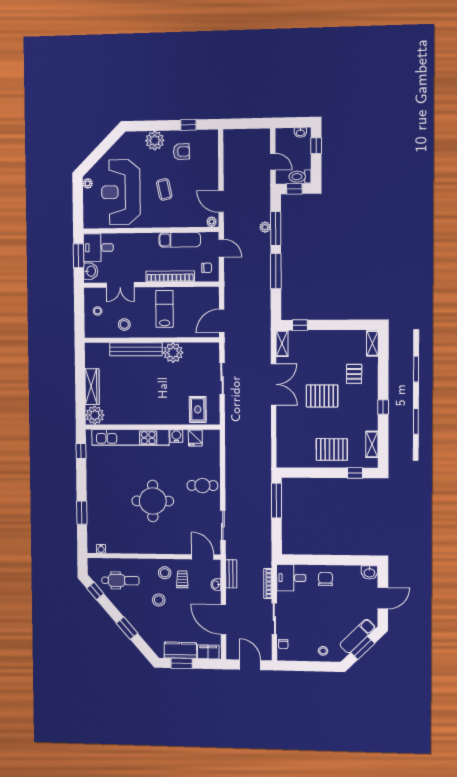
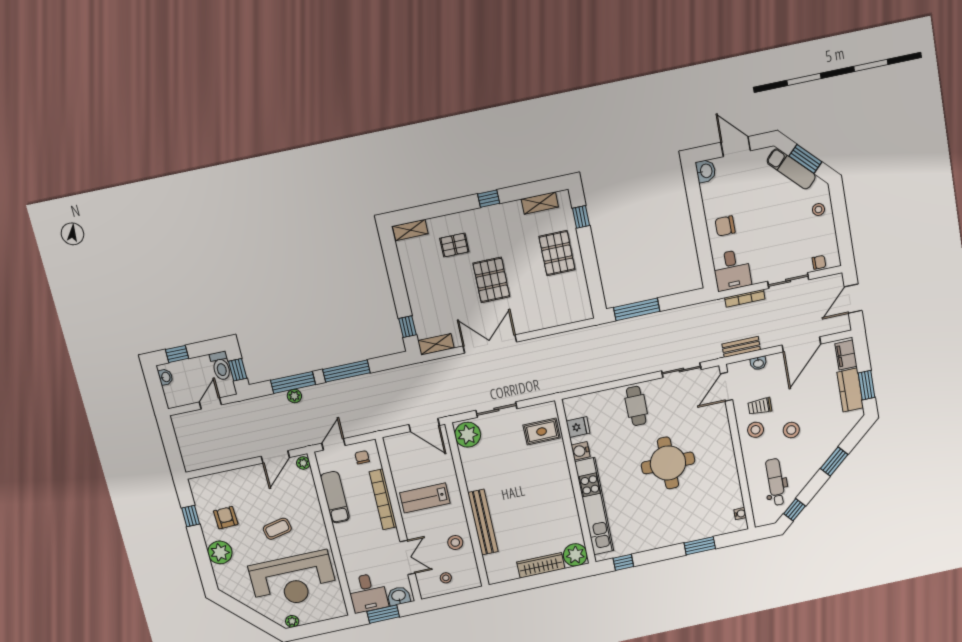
plant: (173, 353) -> (468, 435), moved

